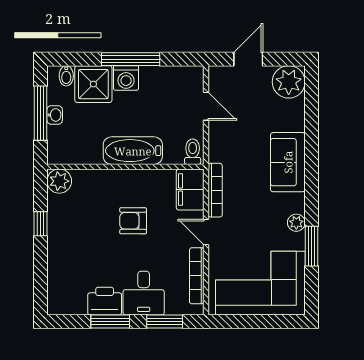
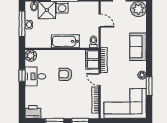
desk: (144, 293) -> (35, 76), moved, turned 90
printer: (105, 301) -> (33, 112), moved

